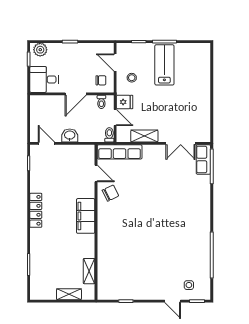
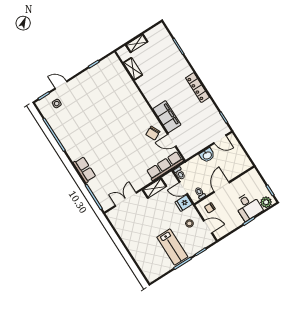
desk: (44, 79) -> (248, 206), moved, turned 90
row of seats: (203, 160) -> (85, 170), moved
filing cabinet: (86, 216) -> (167, 117), moved

